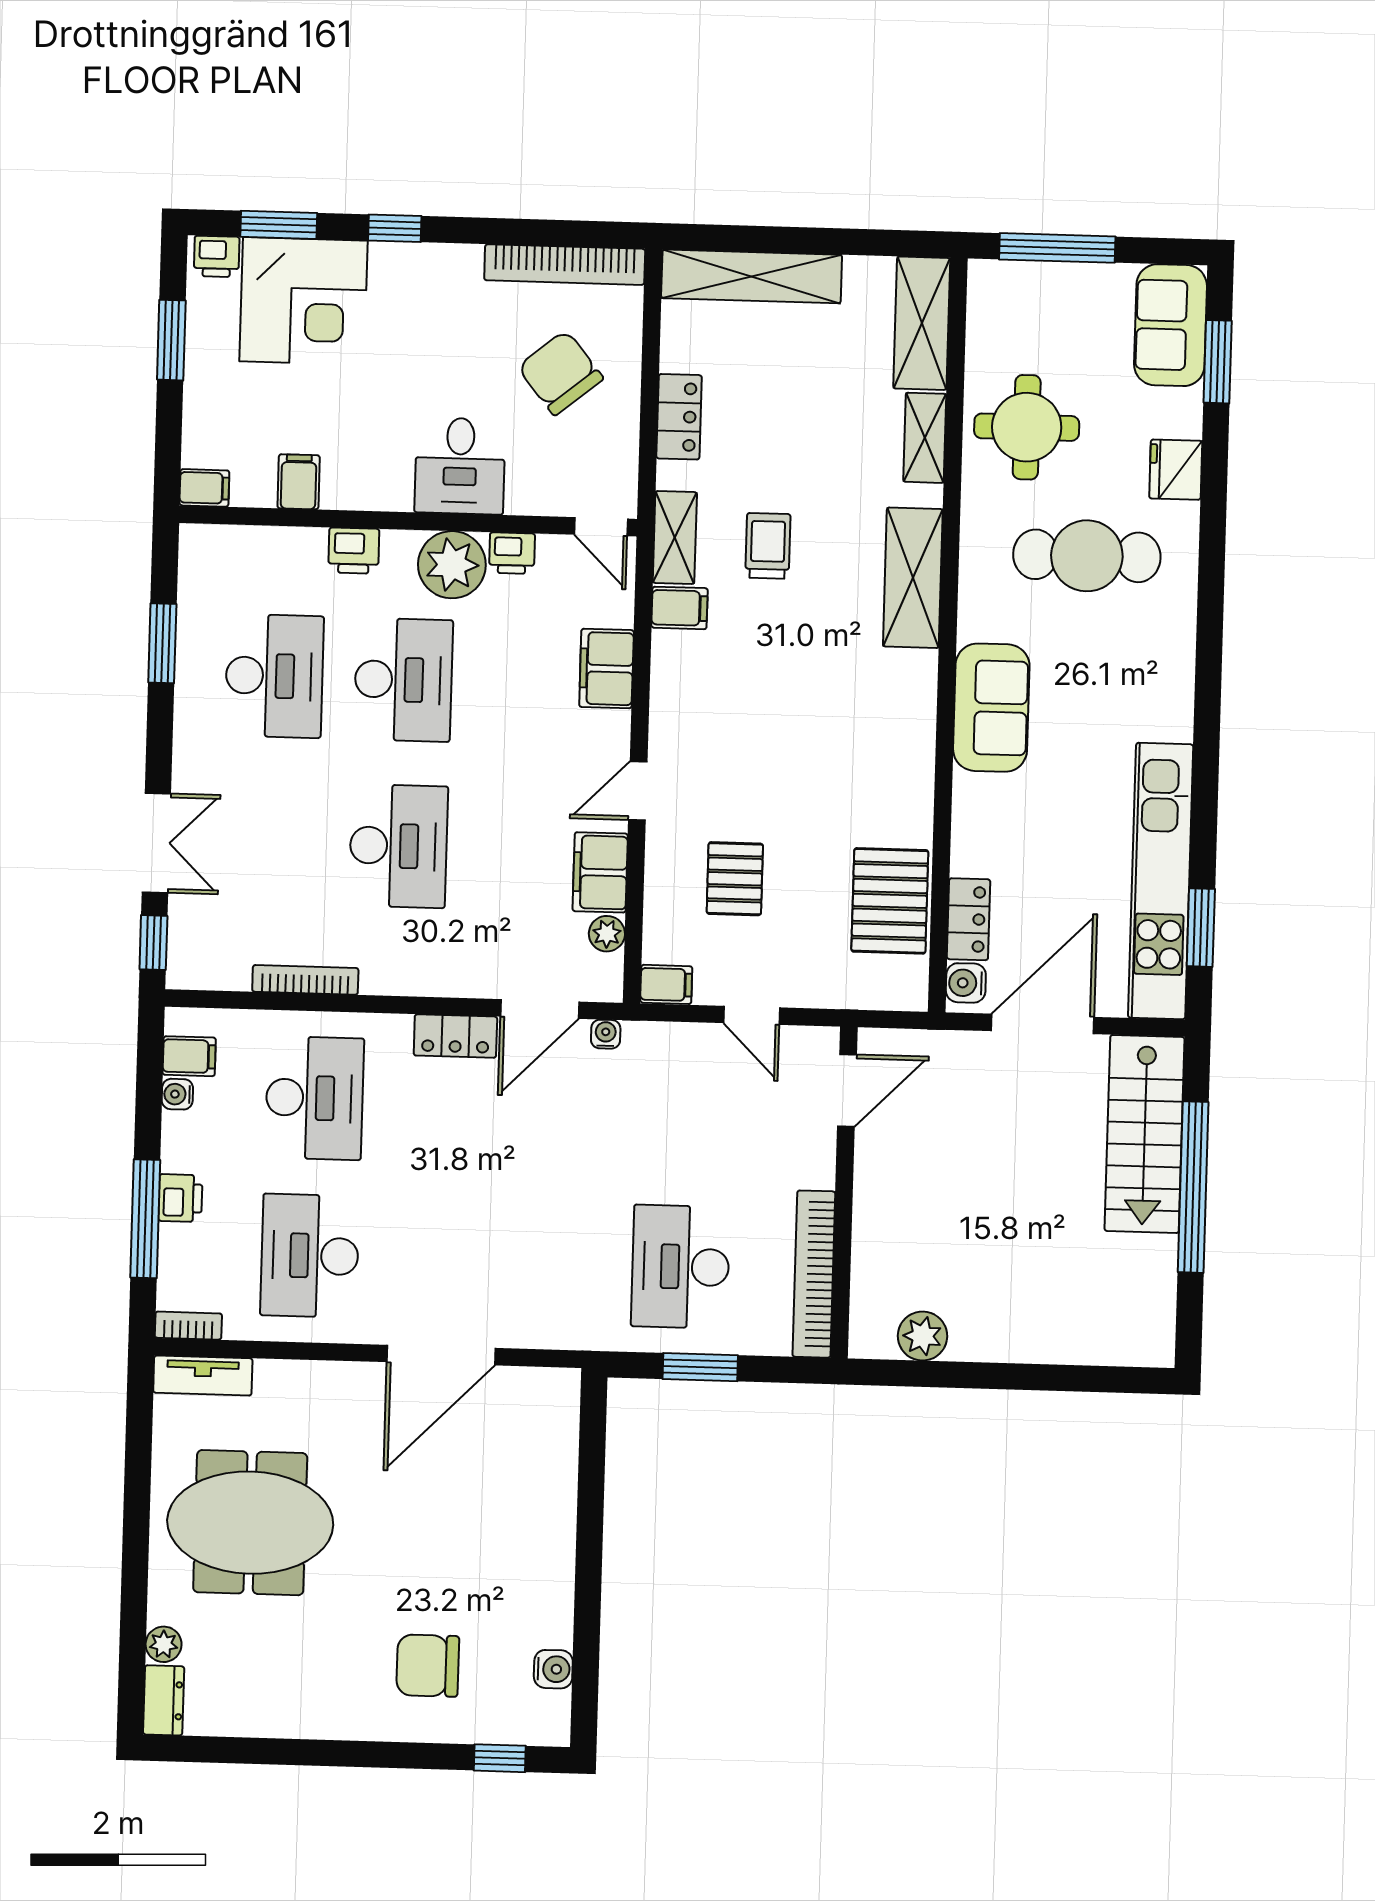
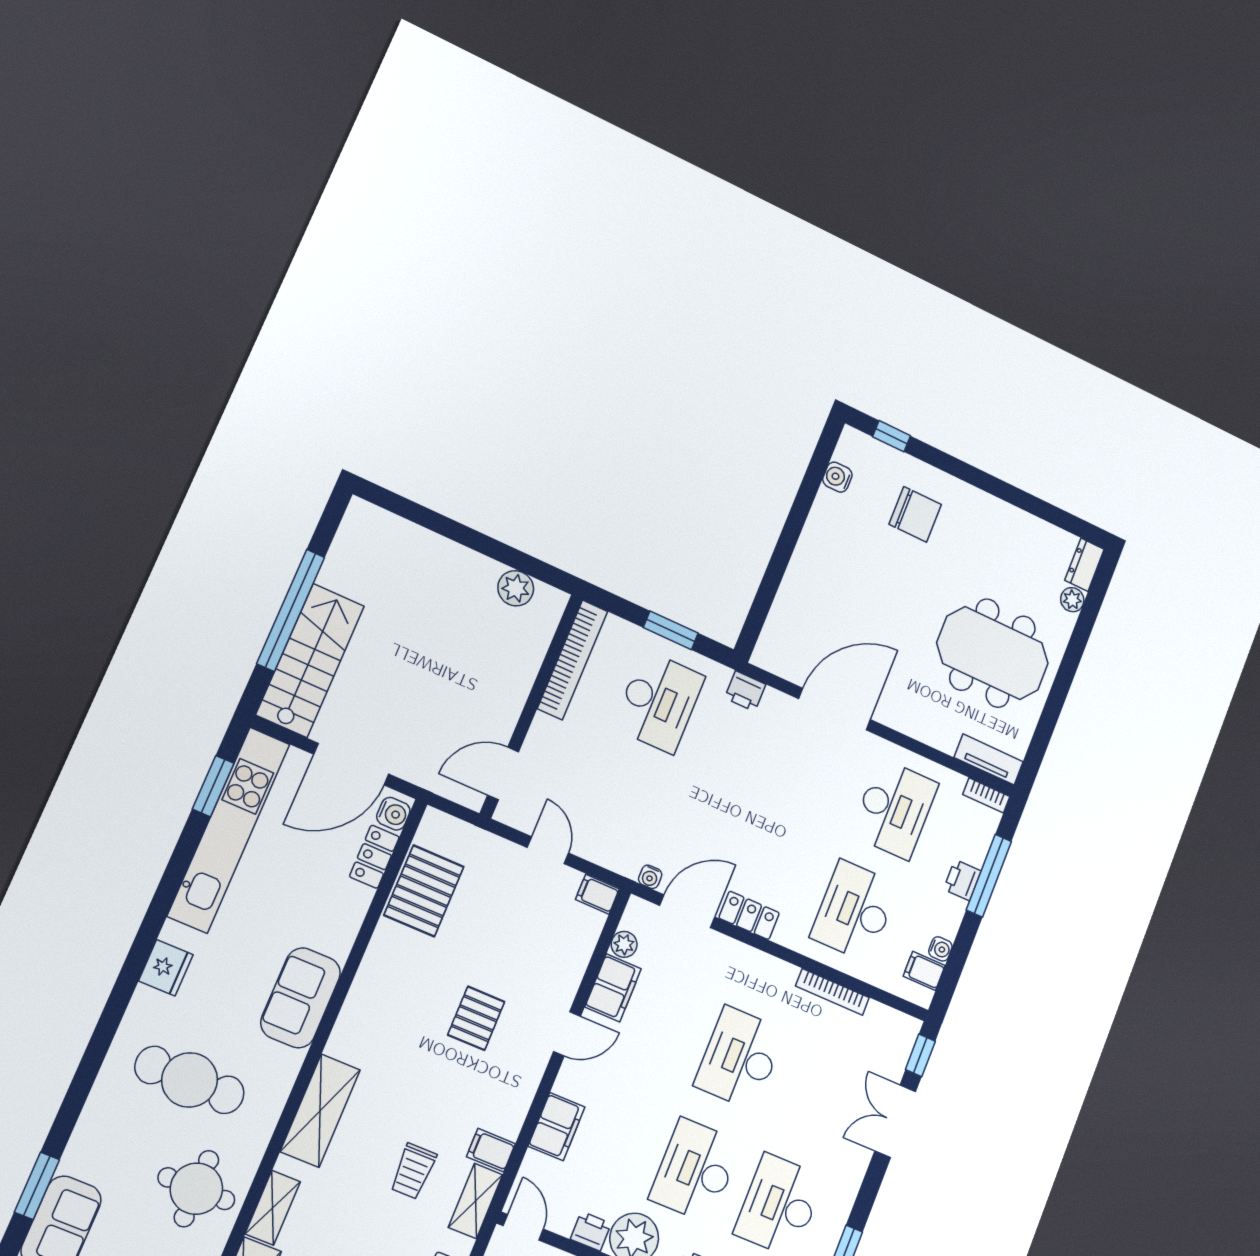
fridge: (1176, 470) -> (166, 968), moved
pallet: (735, 879) -> (476, 1018), moved
printer: (571, 1329) -> (745, 691), added

